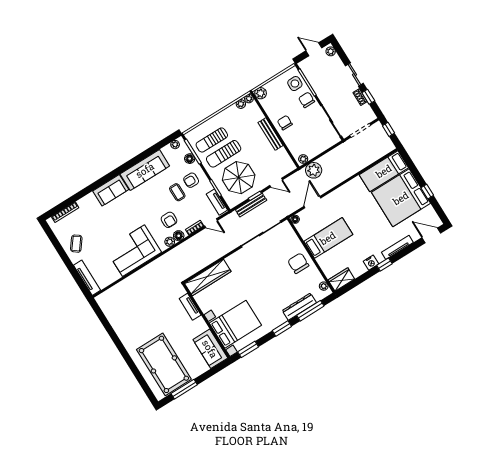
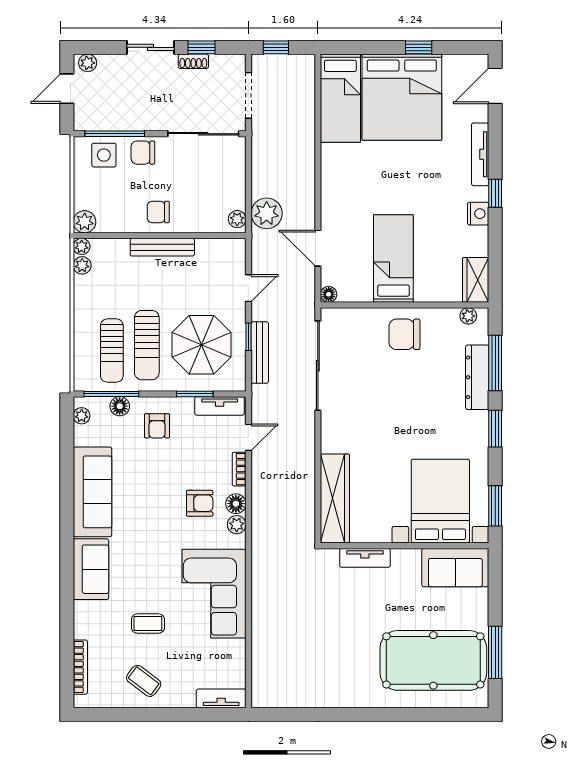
coffee table: (177, 192) -> (148, 624), moved
tv unit: (87, 278) -> (221, 698), width x0.71

